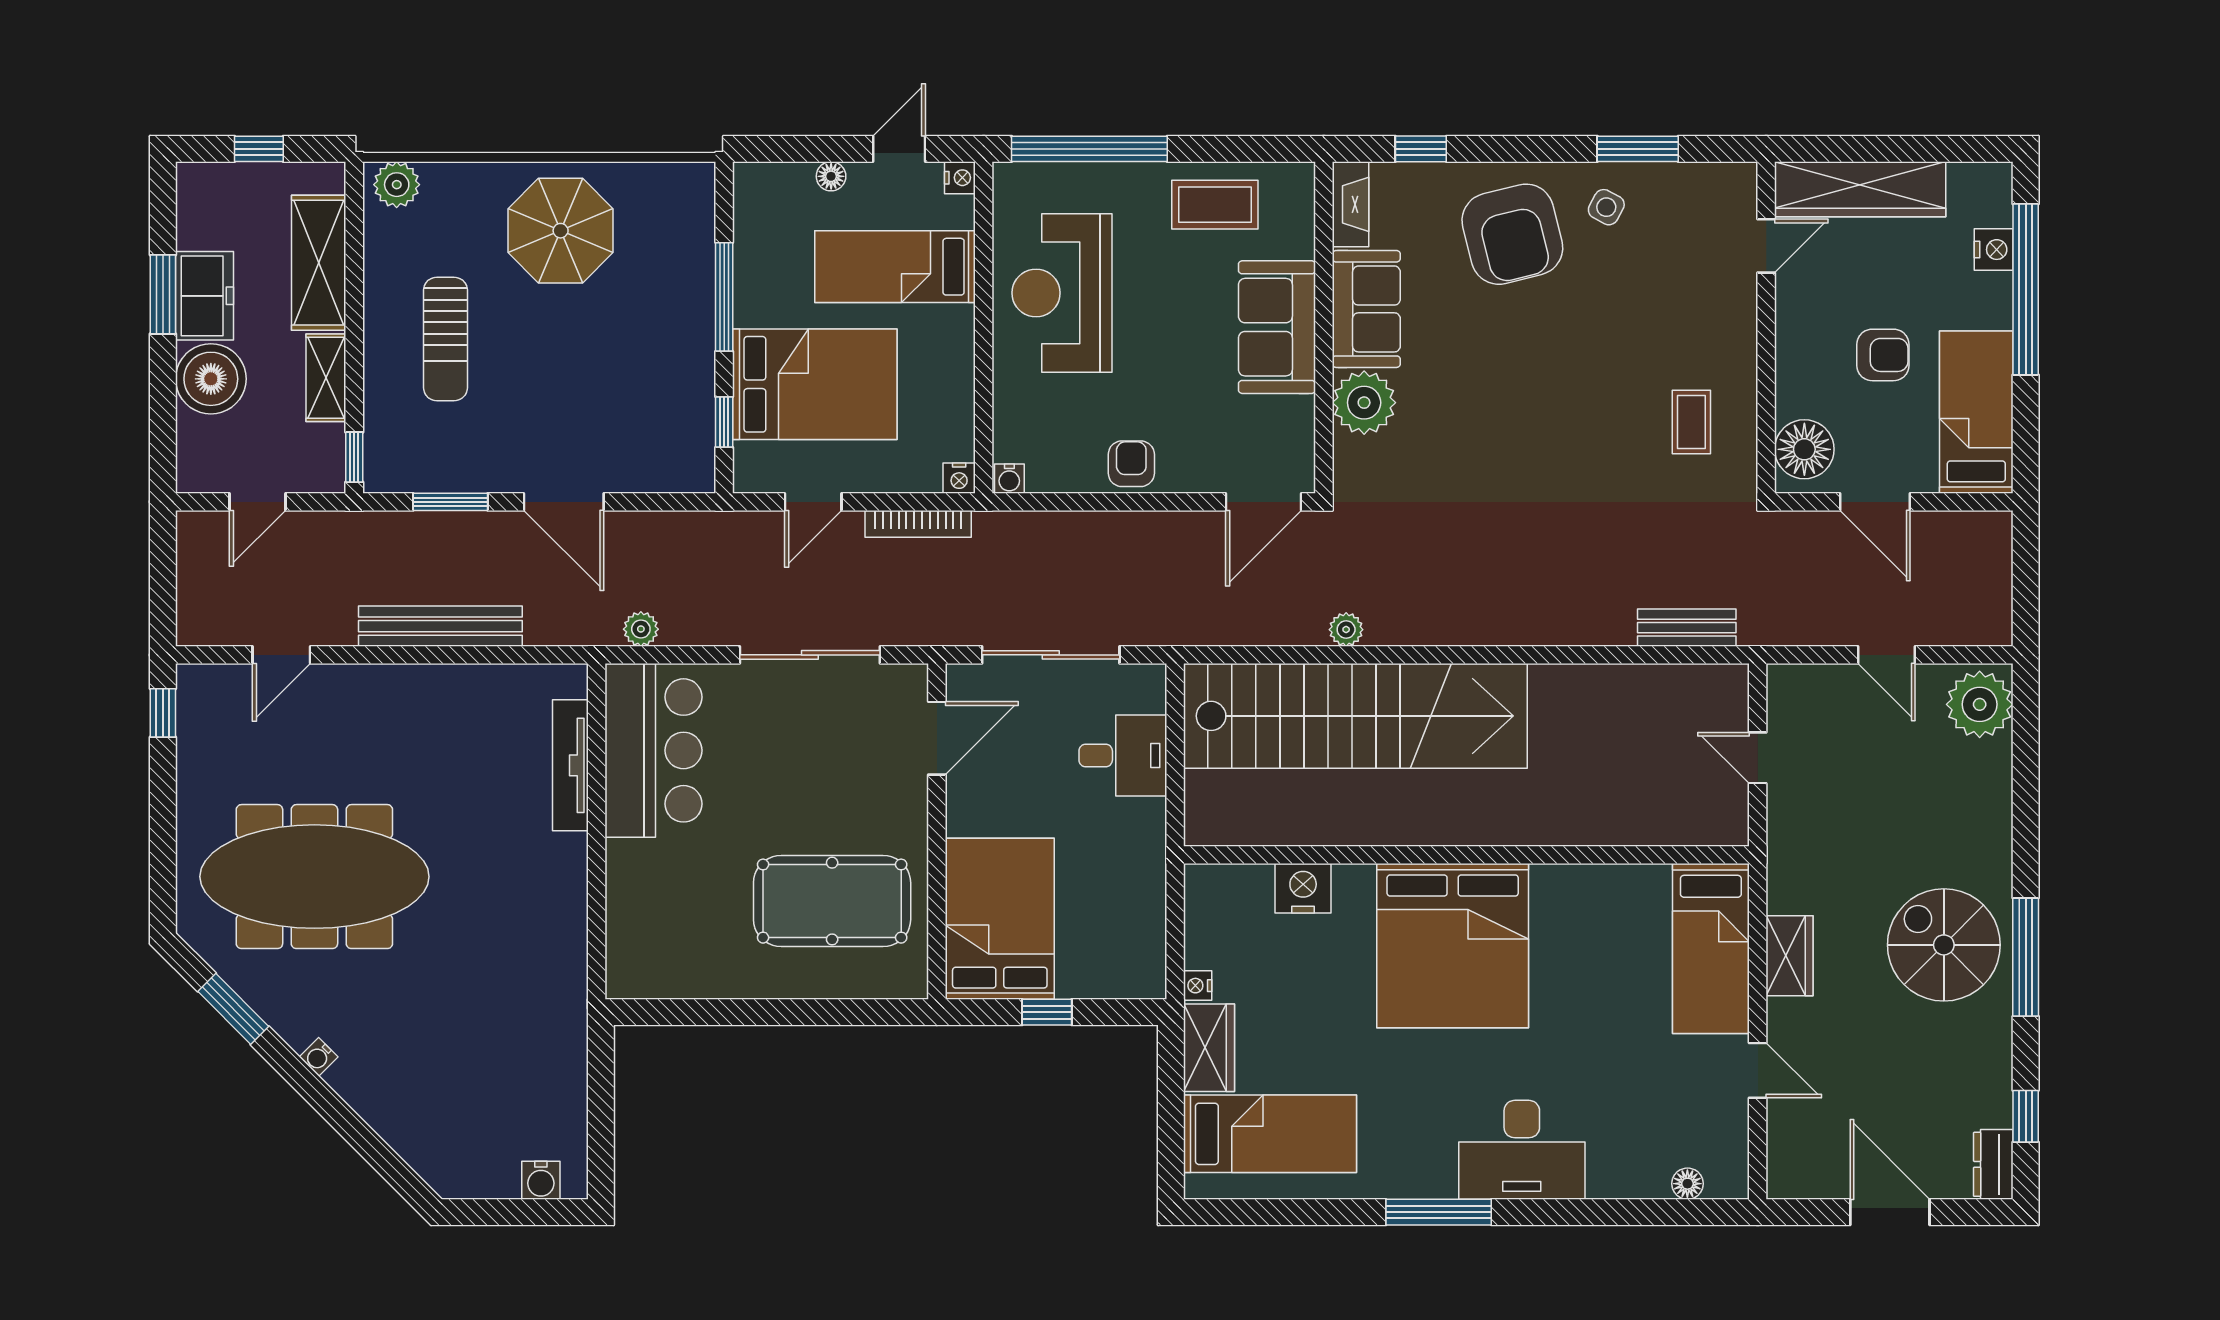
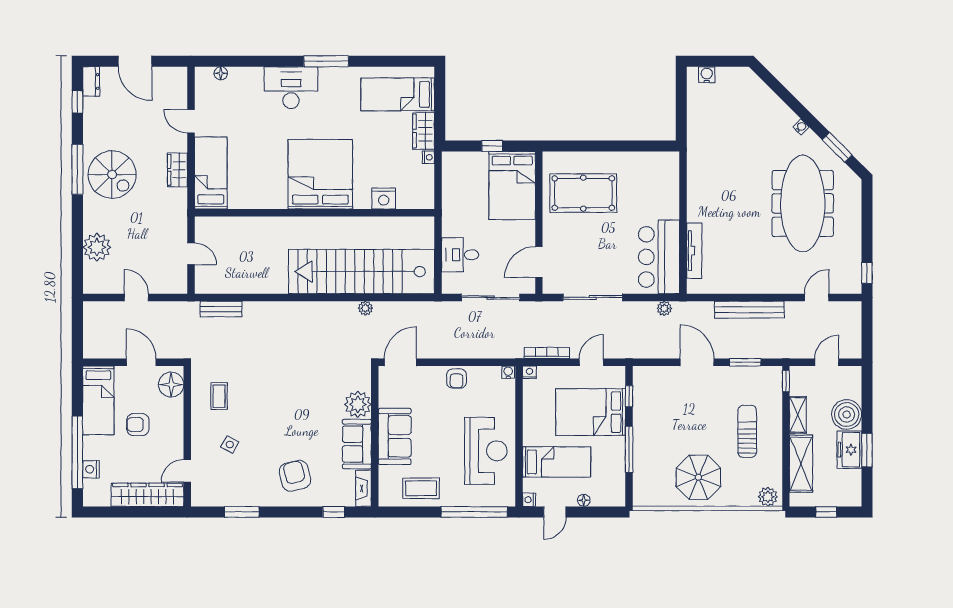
side table: (1606, 207) -> (230, 444), moved
armchair: (1512, 234) -> (295, 476), width x0.73, depth x0.73
plant: (1980, 704) -> (97, 247), moved
meeting table: (314, 877) -> (803, 203), turned 90

